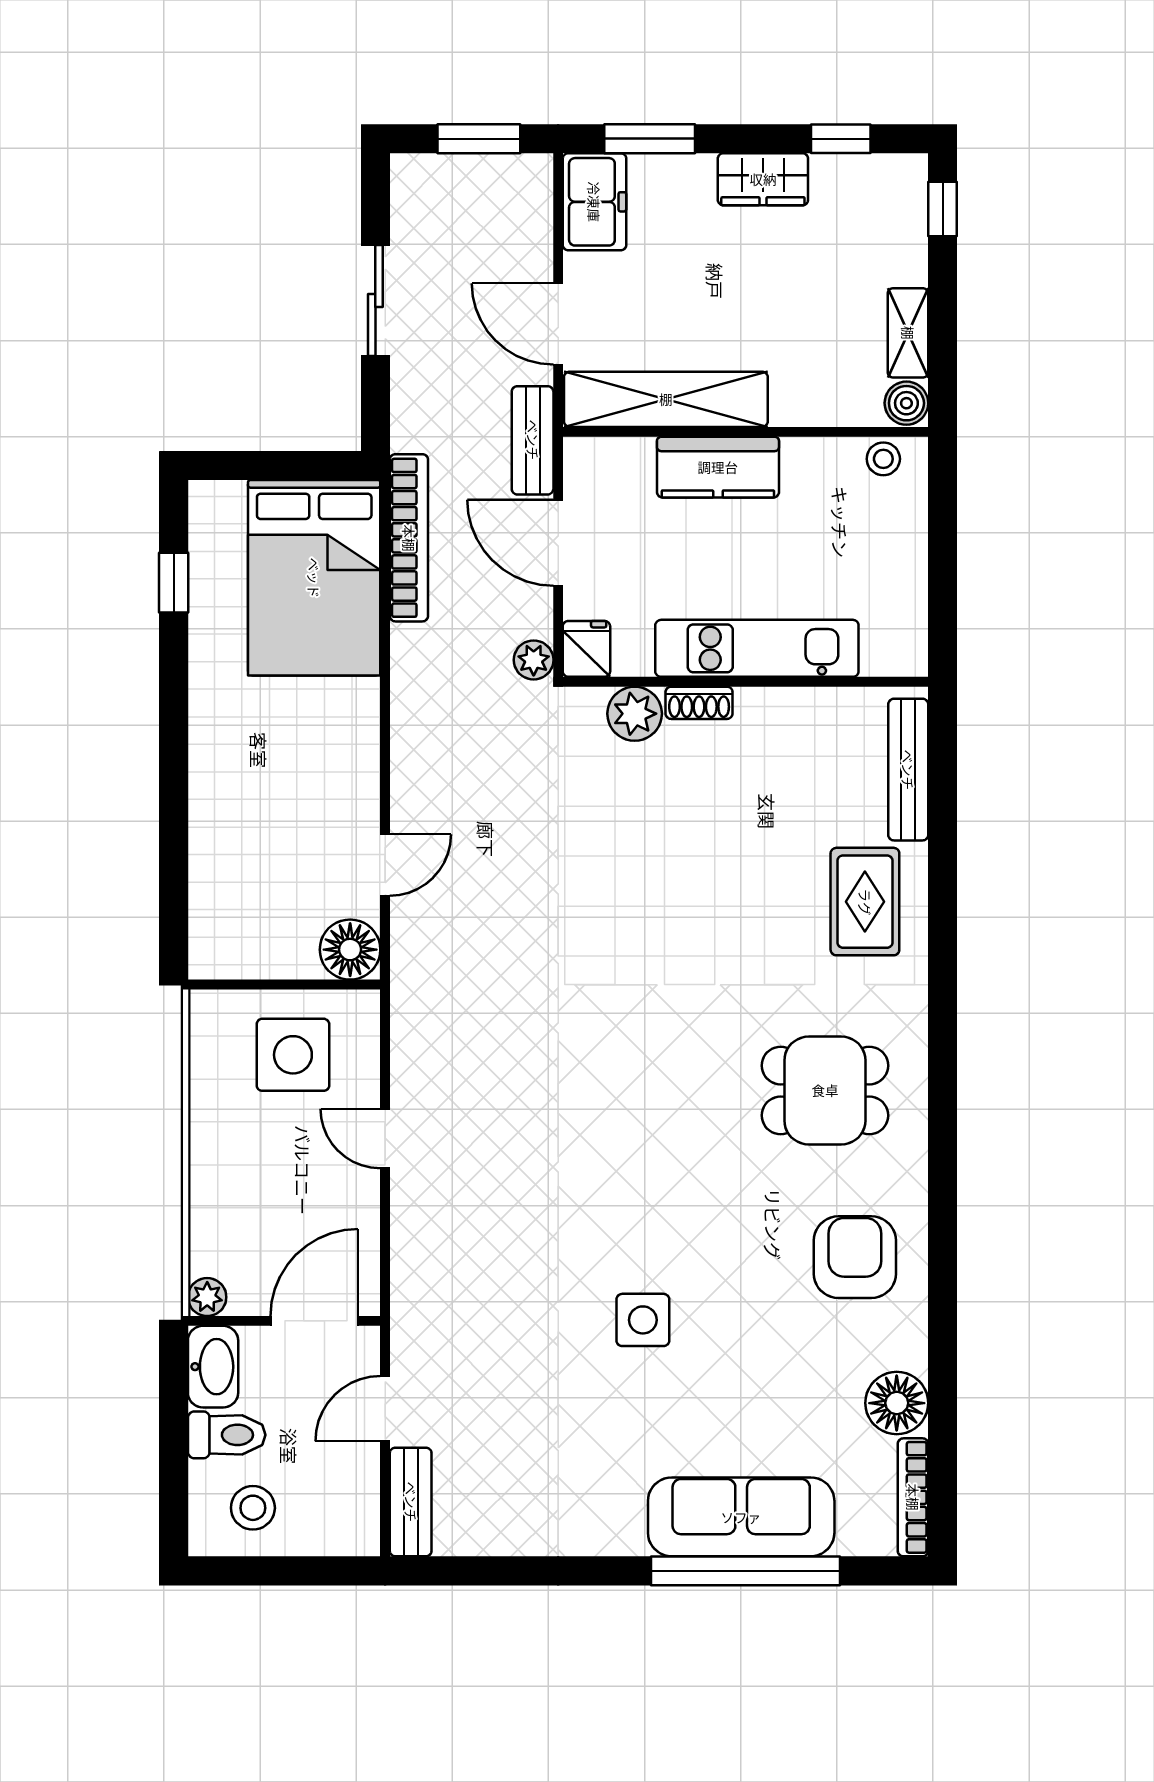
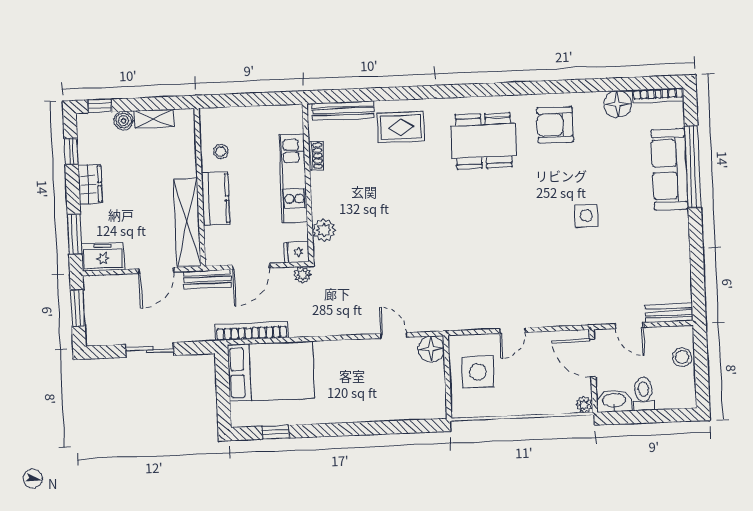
boiler: (906, 403) -> (124, 121), moved
stool: (883, 459) -> (221, 151), moved
shoe rack: (699, 703) -> (316, 156), moved
dining table: (825, 1090) -> (484, 141), width x1.38
stool: (253, 1508) -> (682, 357), moved

